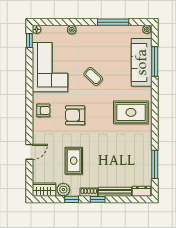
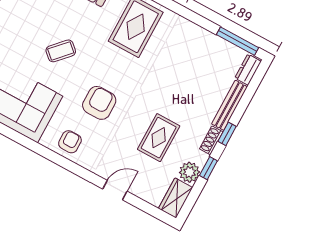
armchair: (75, 115) -> (99, 103), turned 180
door: (29, 152) -> (115, 190), hinge flipped
rug: (74, 161) -> (159, 138), turned 90
window: (155, 164) -> (238, 41), moved

